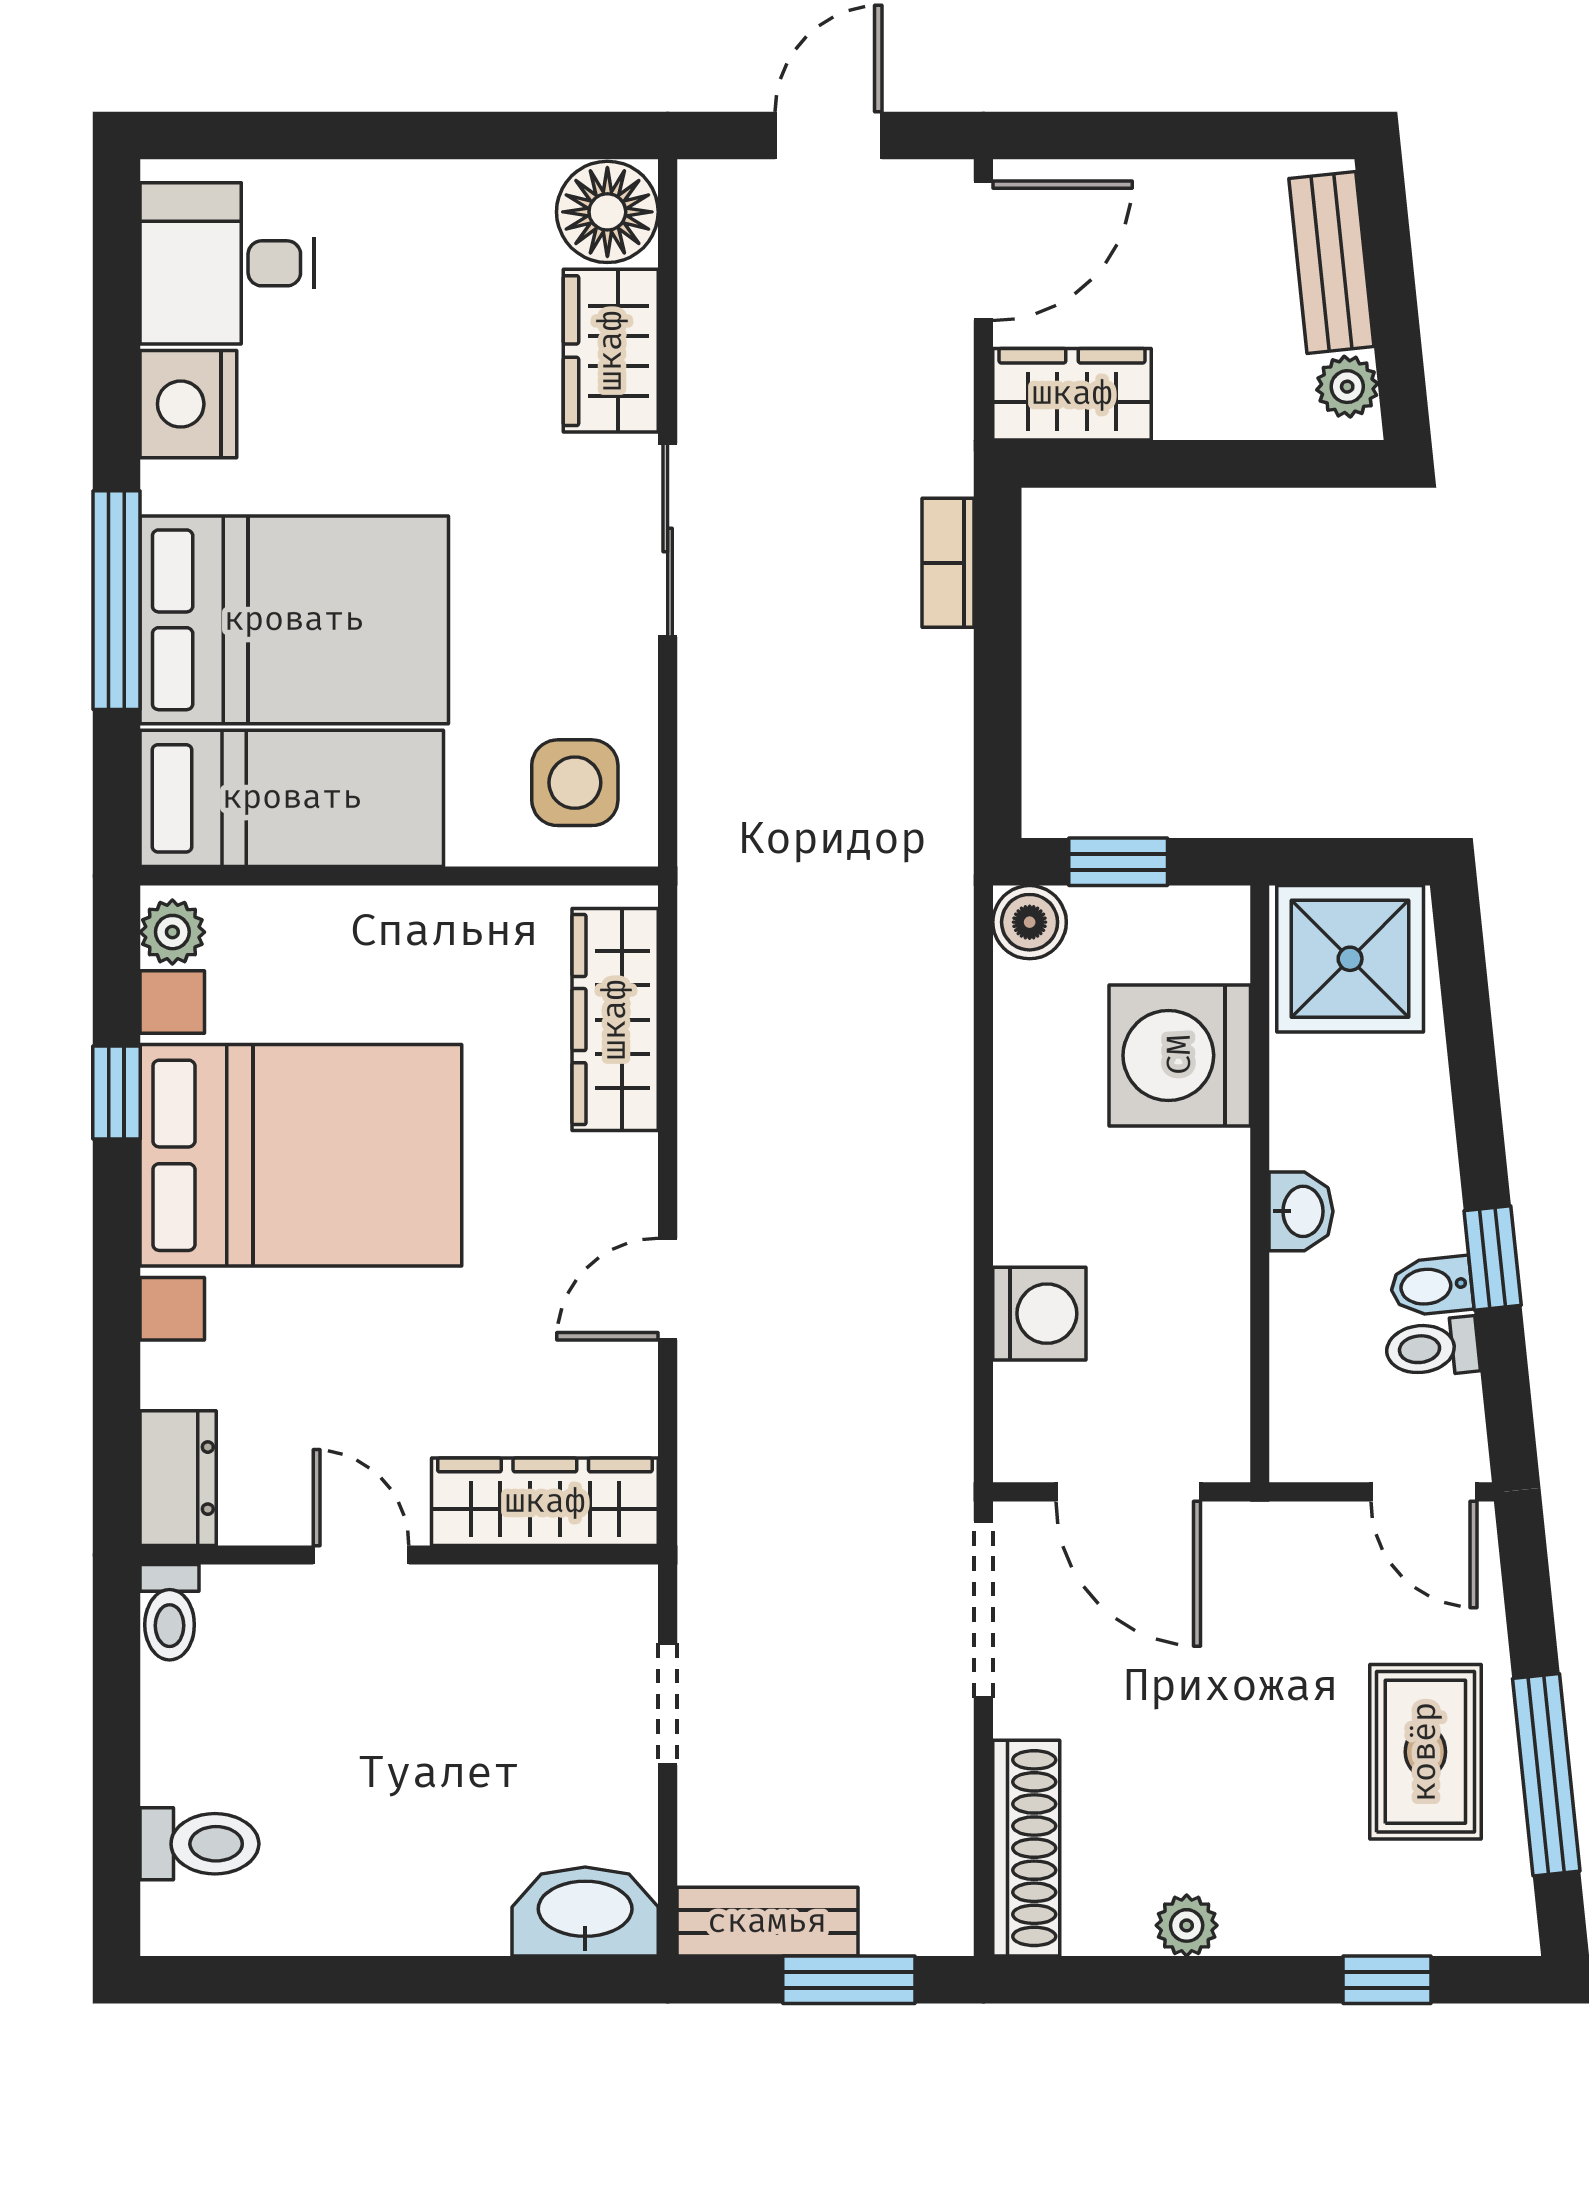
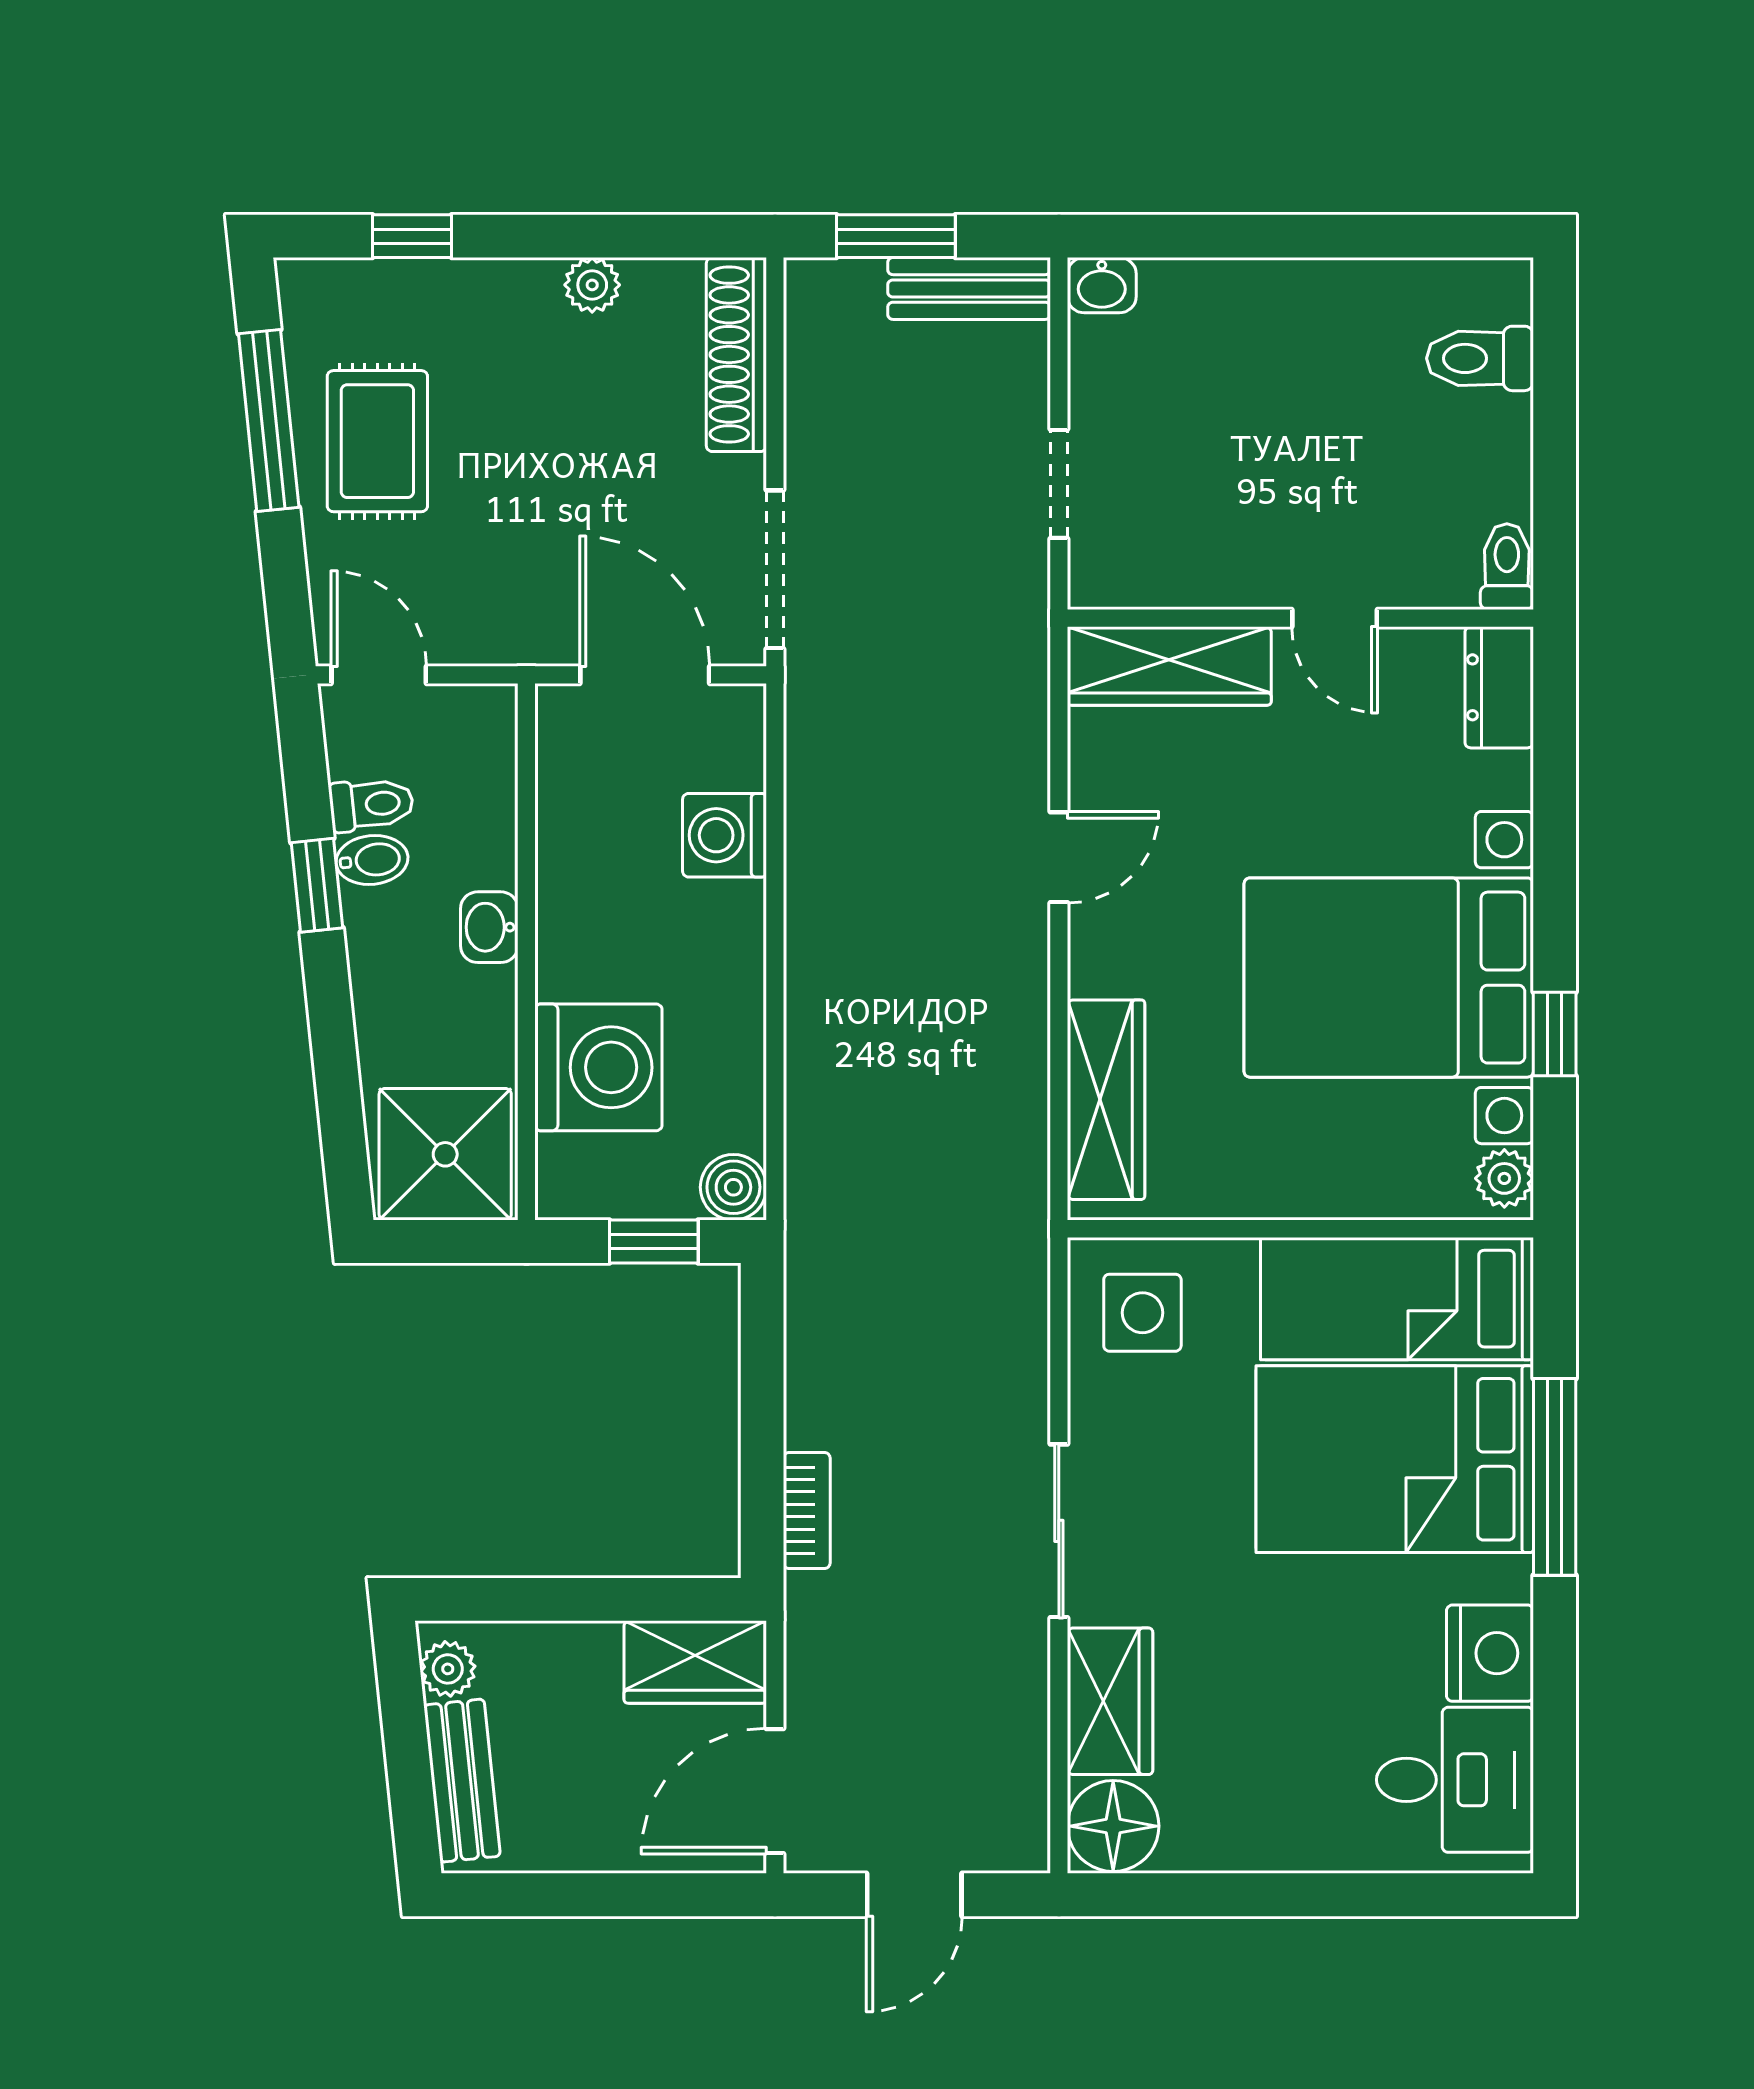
washbasin: (585, 1911) -> (1102, 285), width x0.52, depth x0.69

